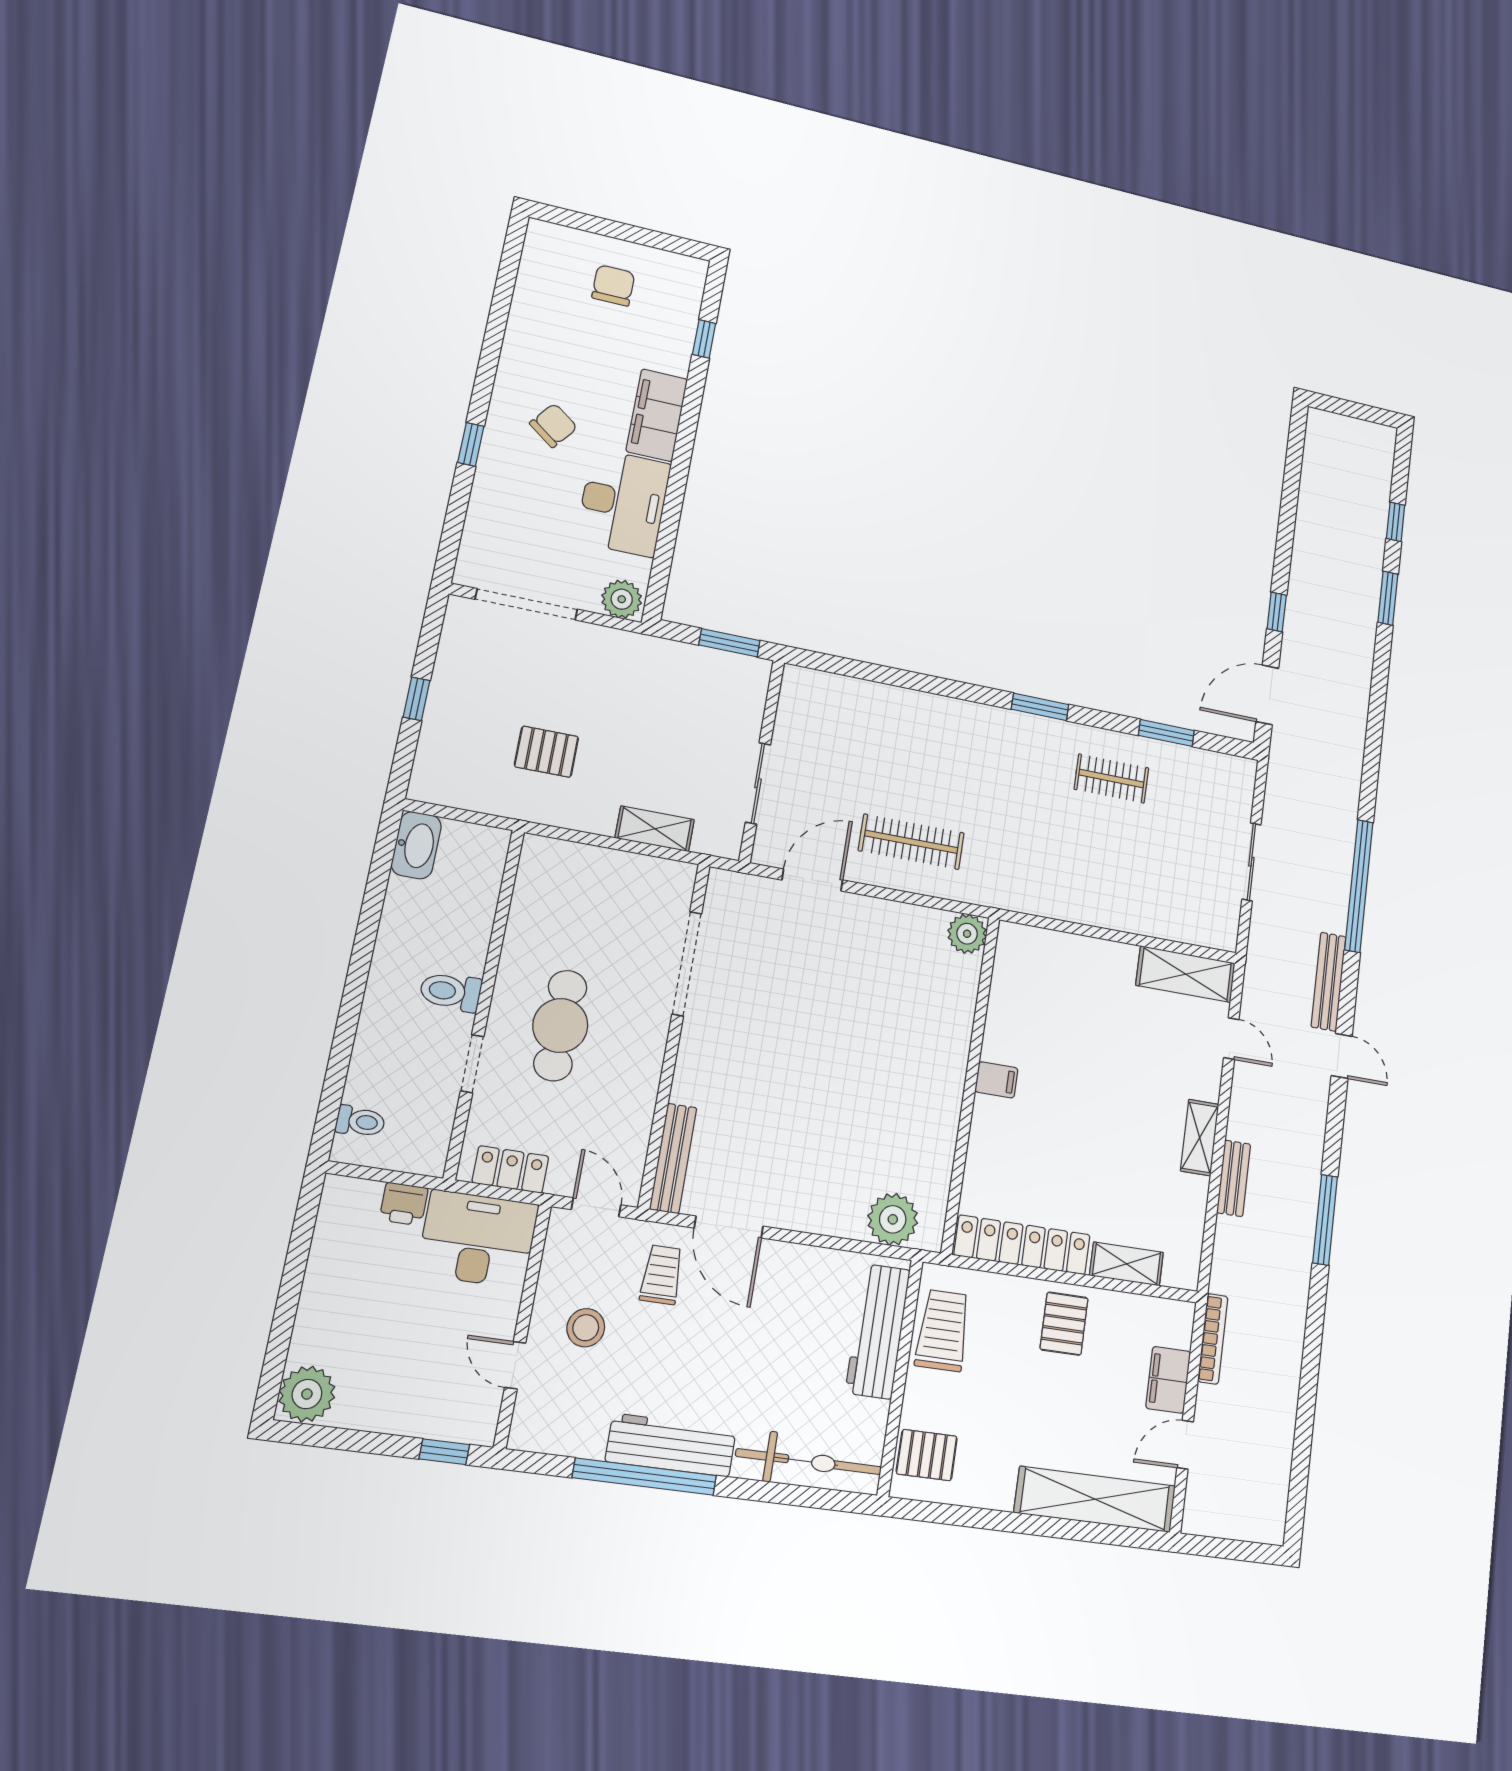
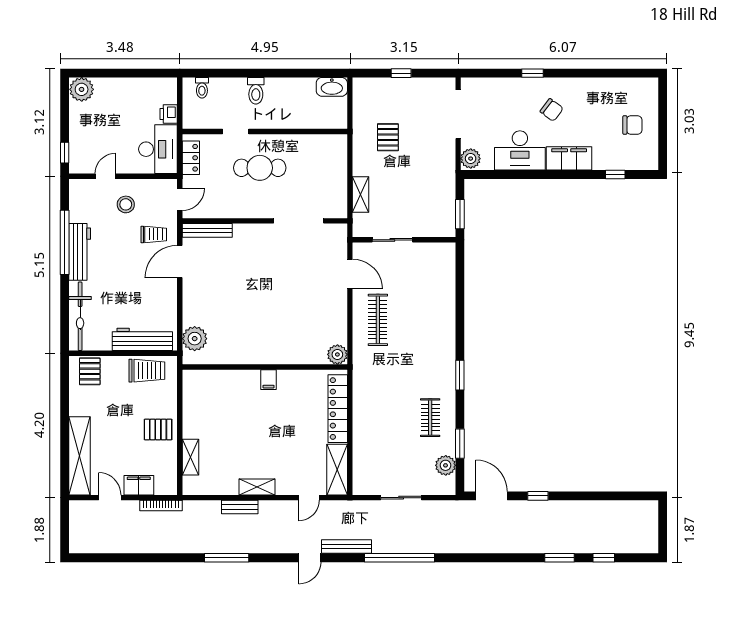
plant: (1203, 768) -> (446, 465), added
toilet: (451, 992) -> (256, 91), moved, turned 180
locker: (1022, 1245) -> (338, 409), moved, turned 180

